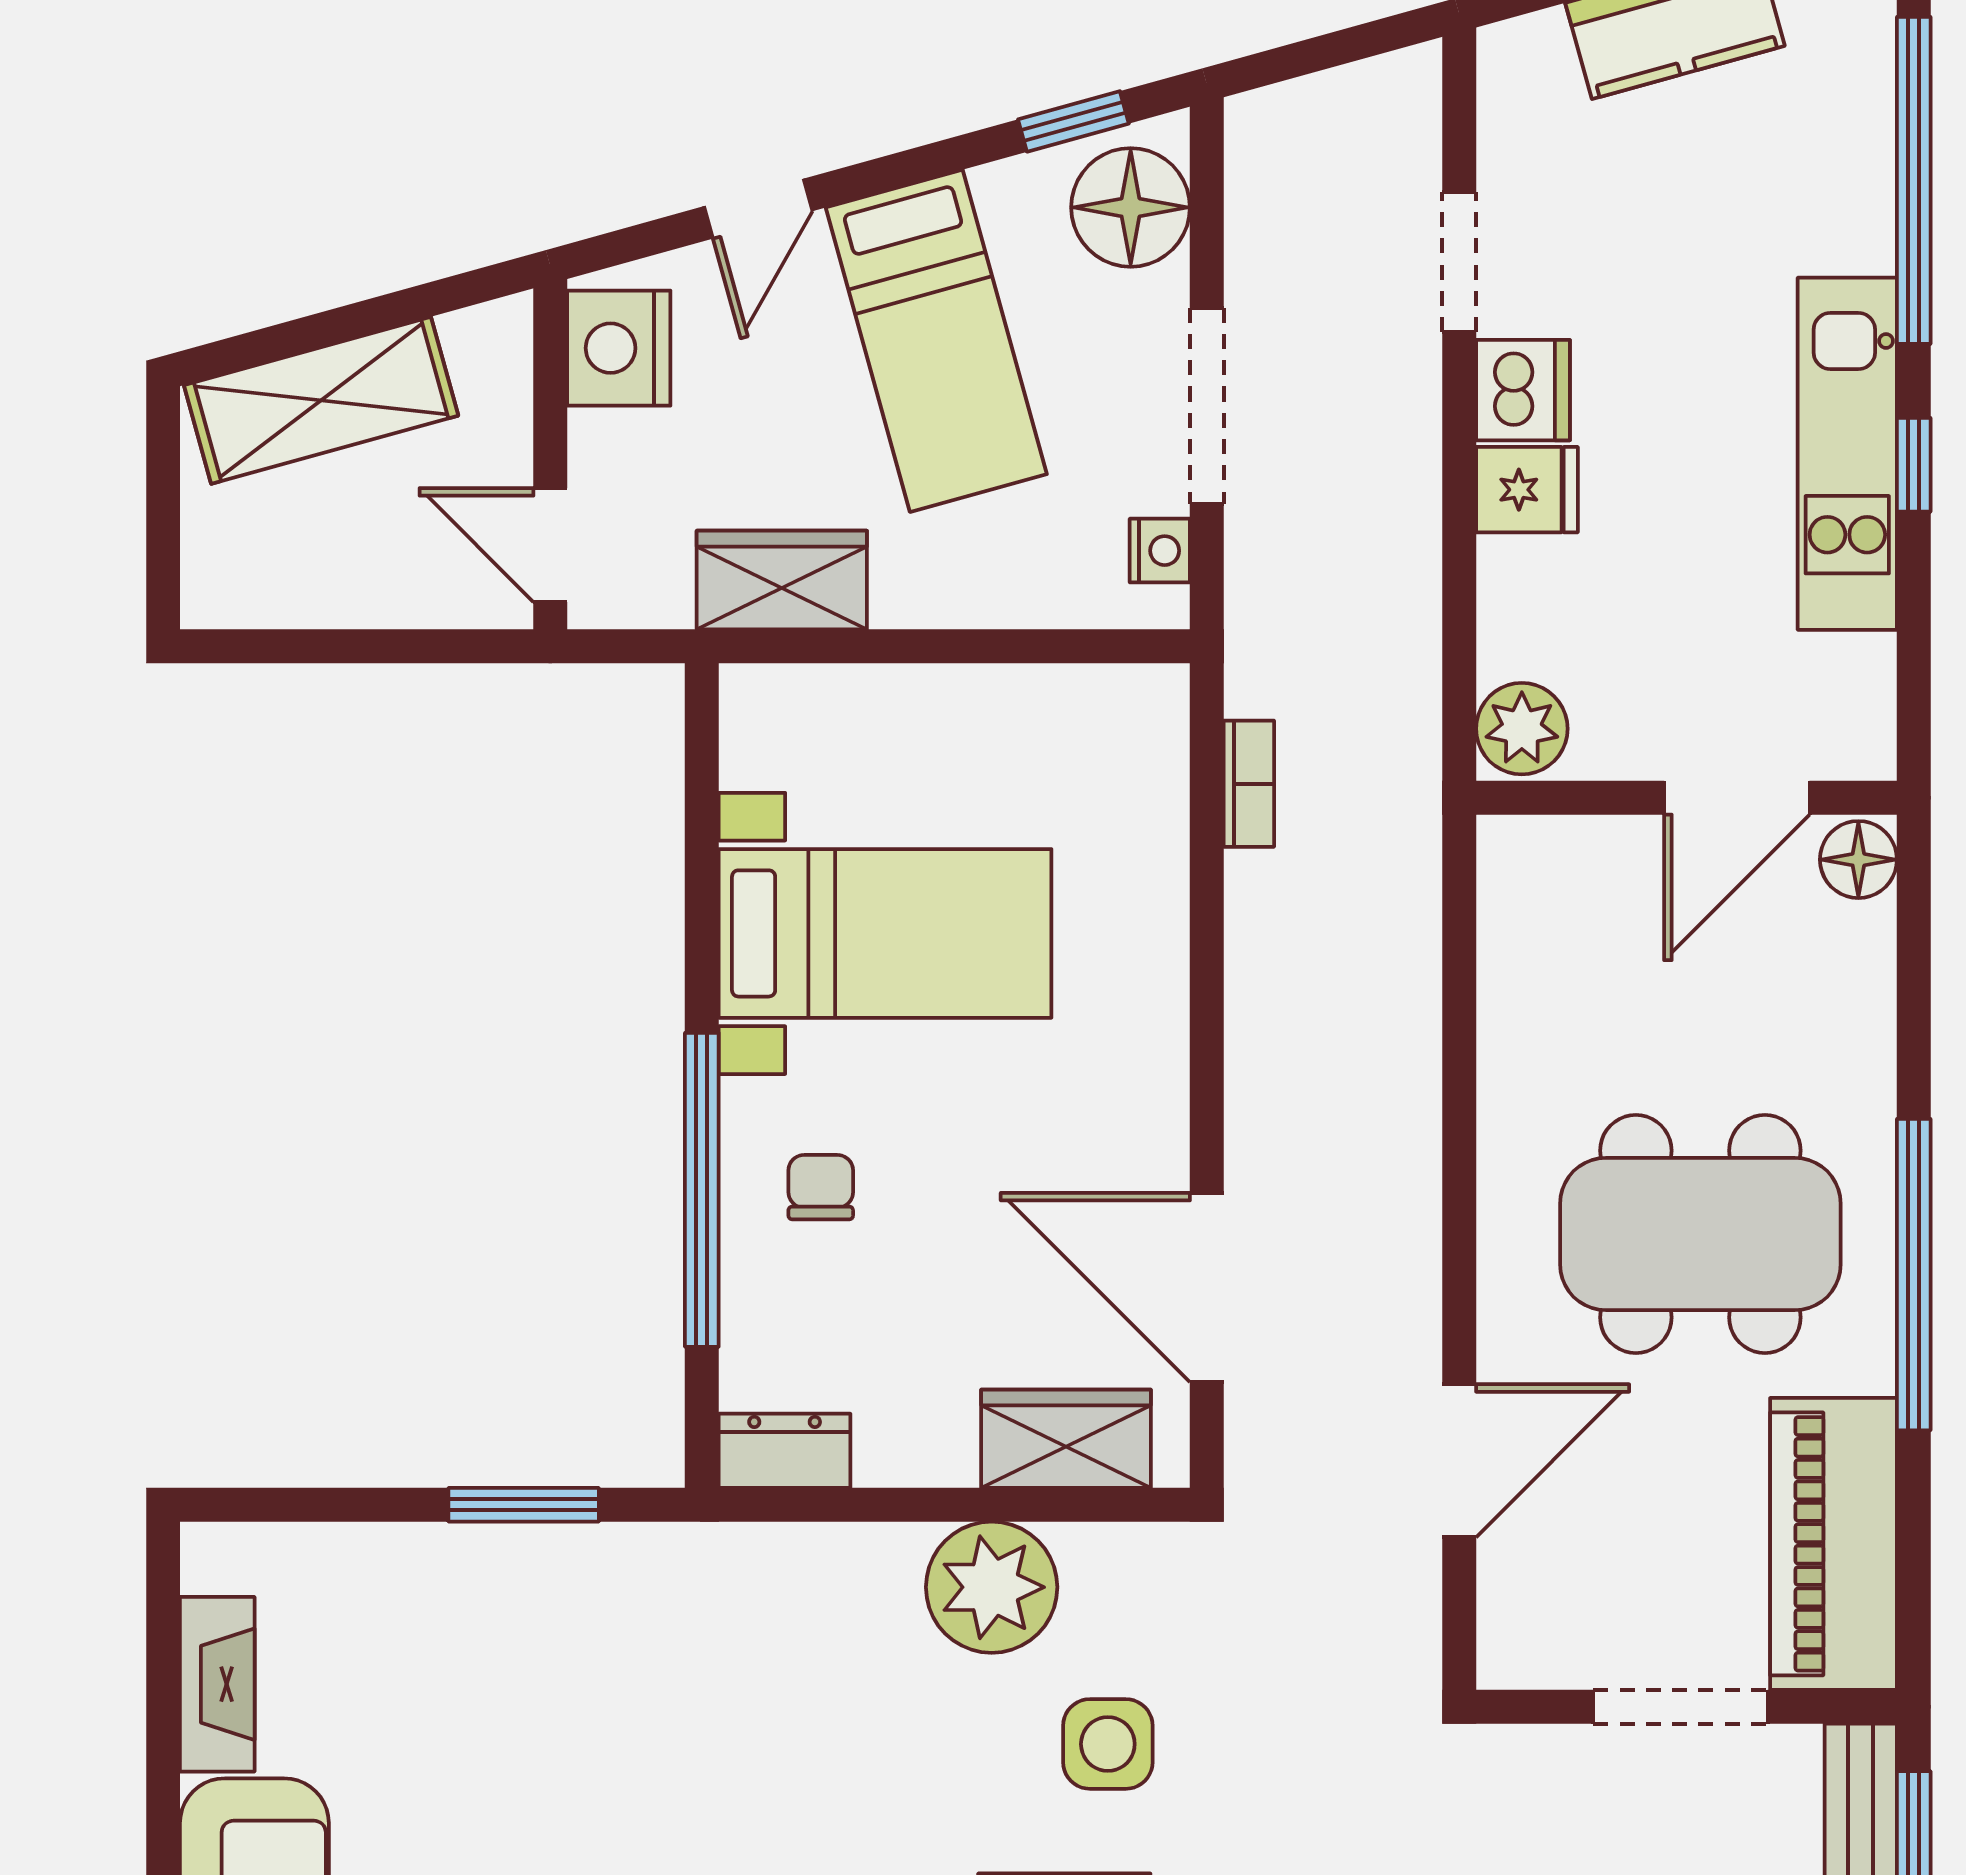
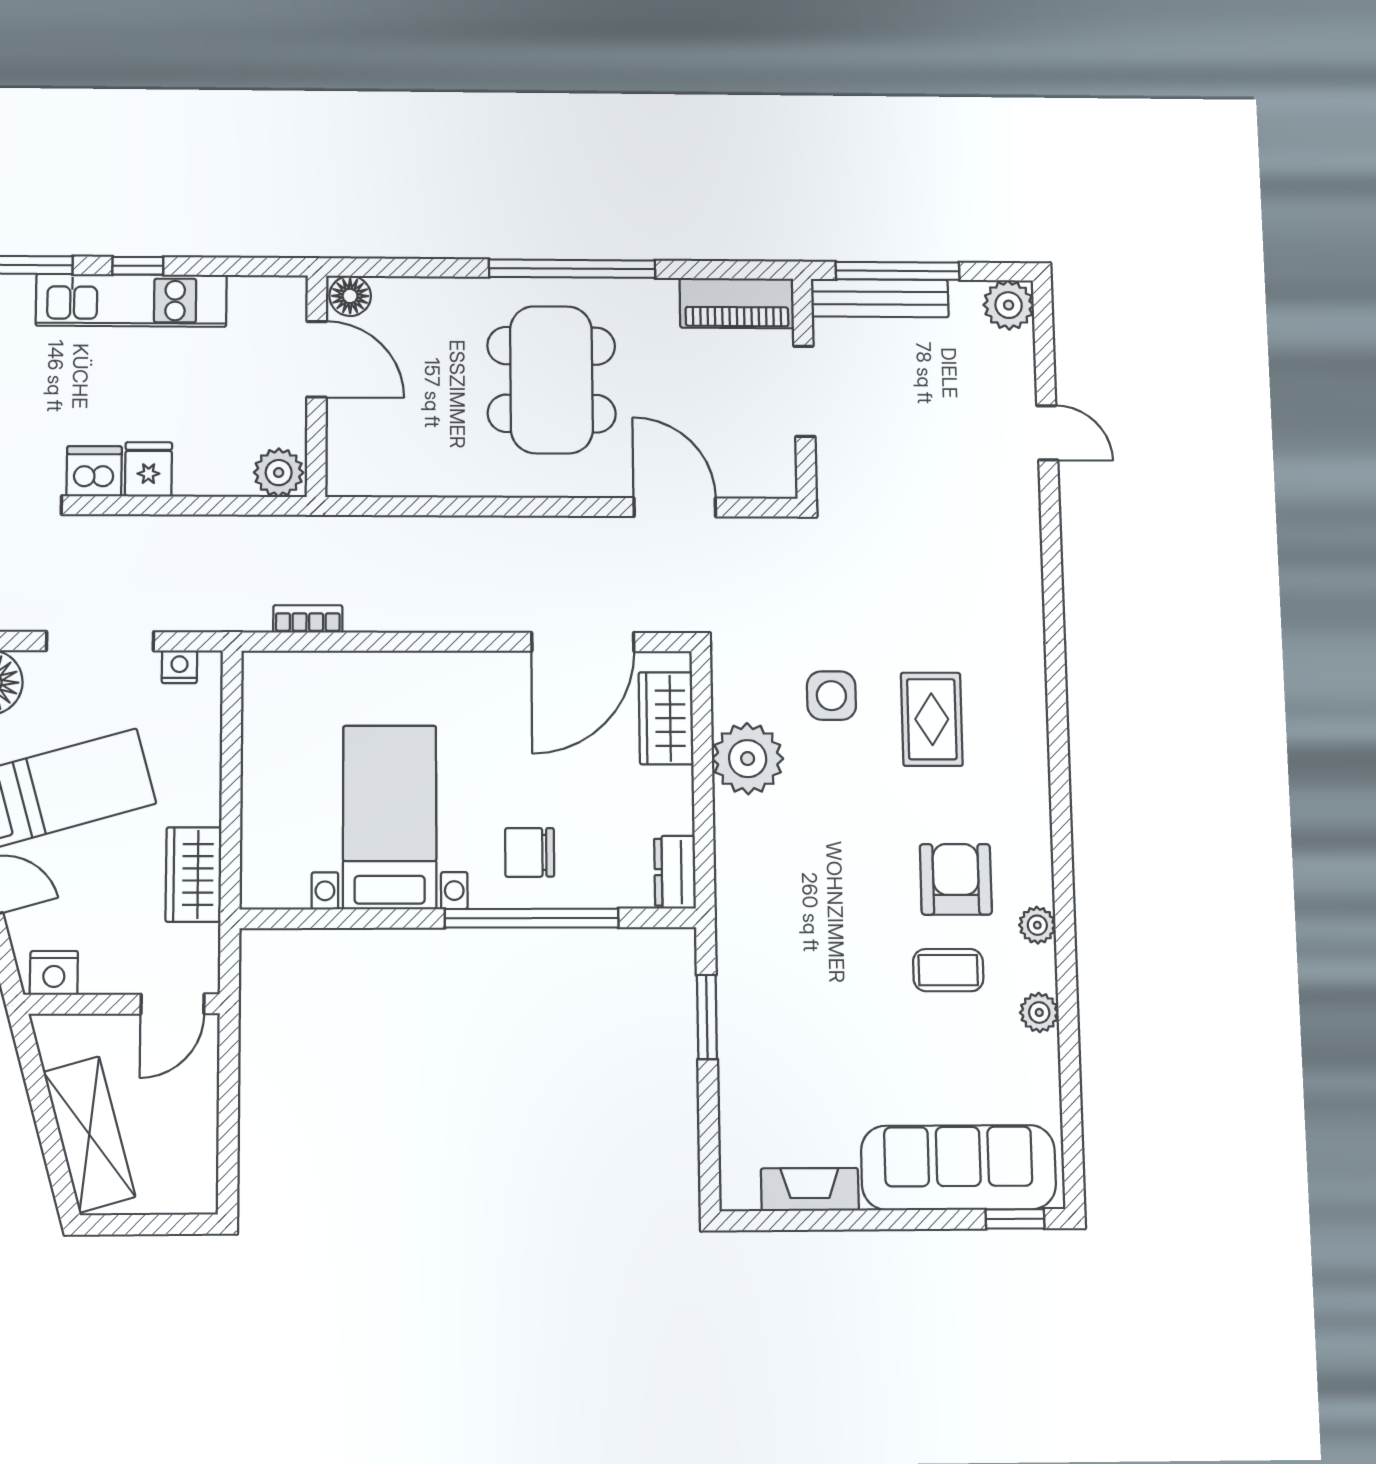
nightstand: (619, 348) -> (54, 973), width x0.74, depth x0.75
chair: (821, 1187) -> (530, 852), width x1.37, depth x1.37
piano: (1833, 1544) -> (737, 303), width x0.73, depth x0.75

